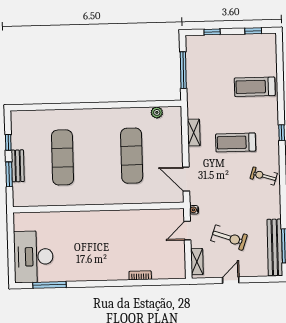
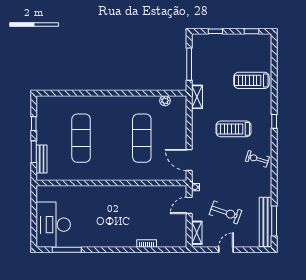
shelving: (194, 133) -> (197, 97), moved
bench: (18, 166) -> (42, 159), moved

